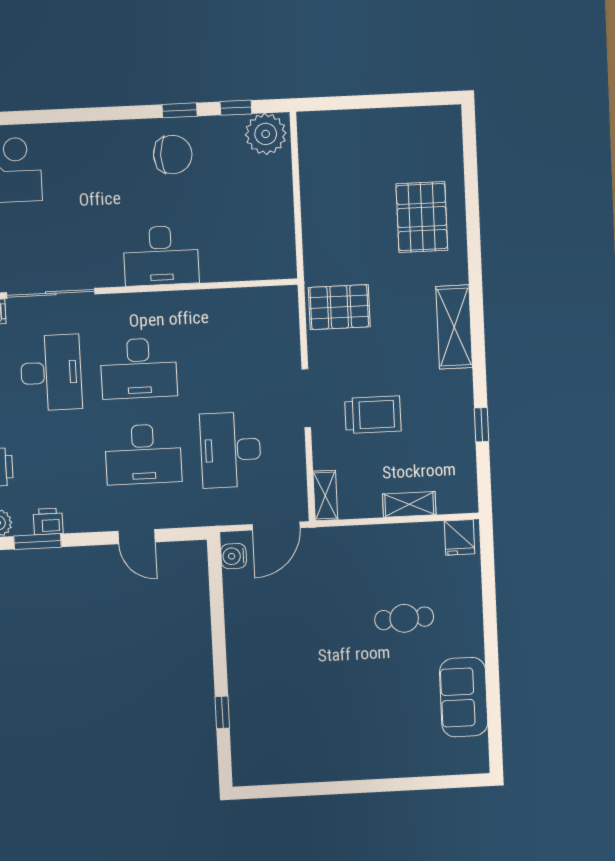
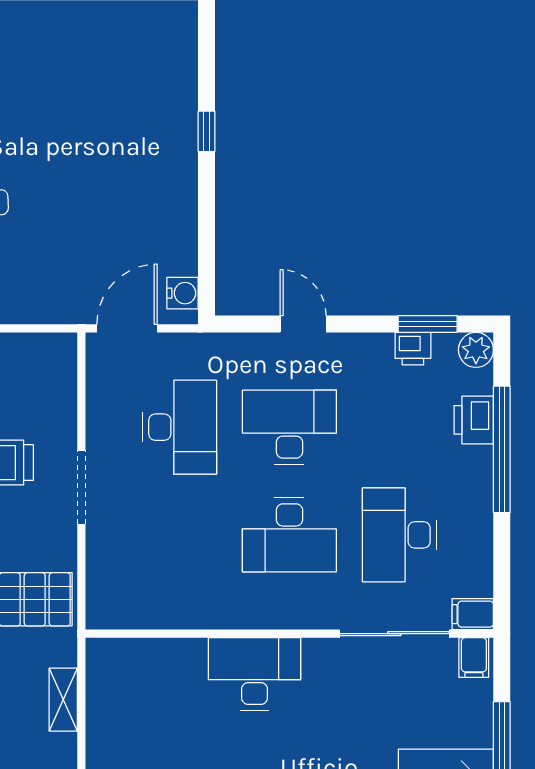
desk: (139, 368) -> (289, 535), turned 180
shelving: (325, 496) -> (63, 700), moved
window: (222, 712) -> (207, 131), moved

